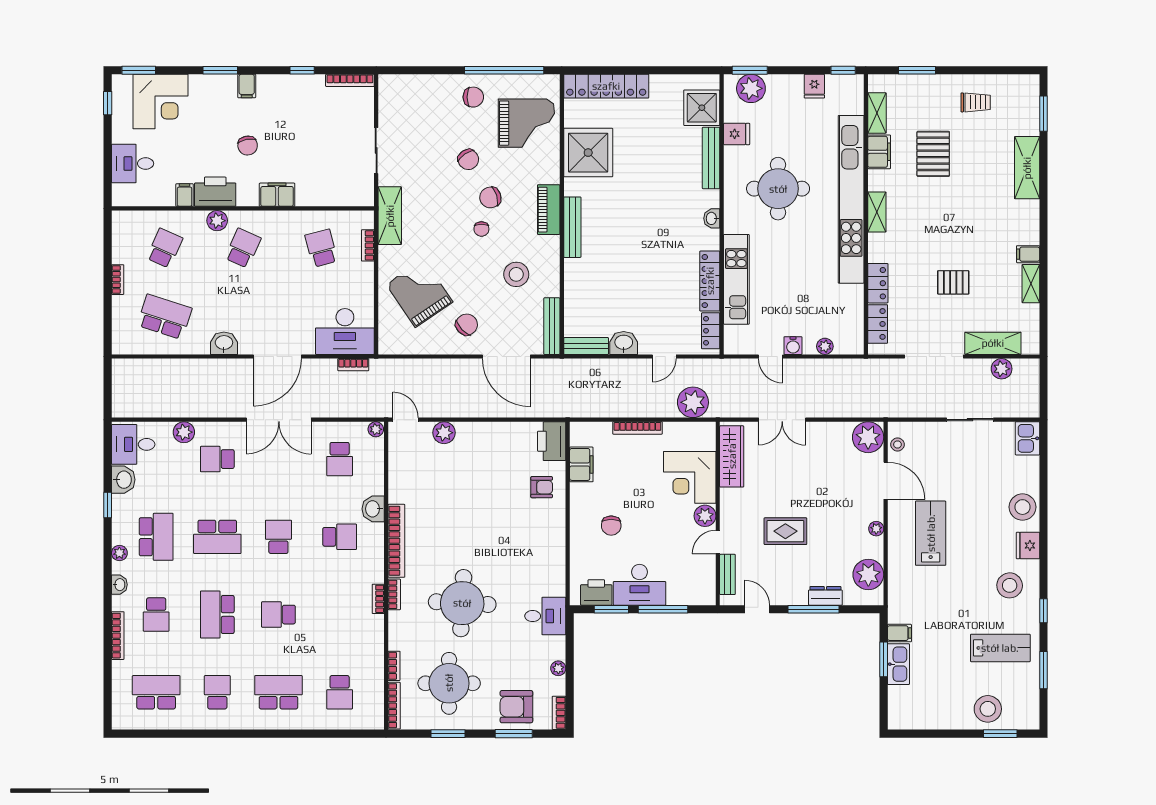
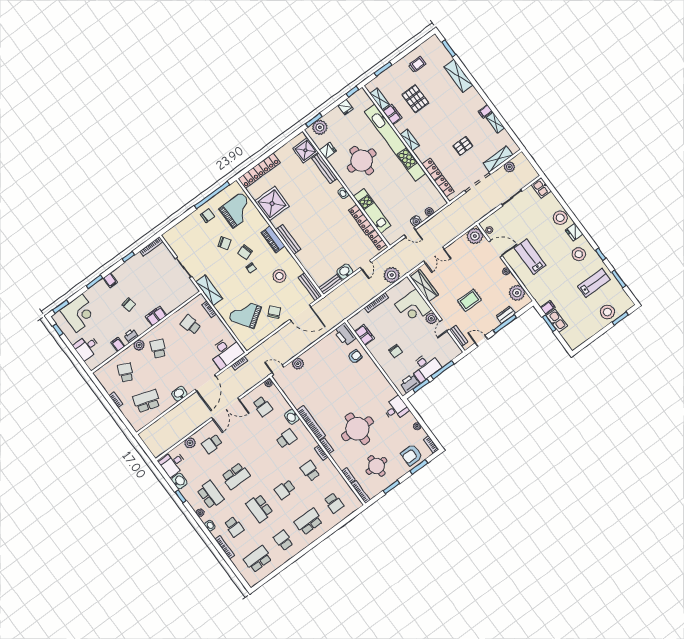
printer: (215, 192) -> (131, 336), width x0.53, depth x0.68
school desk: (278, 537) -> (310, 471), moved
round table: (449, 683) -> (376, 466), width x0.73, depth x0.73

